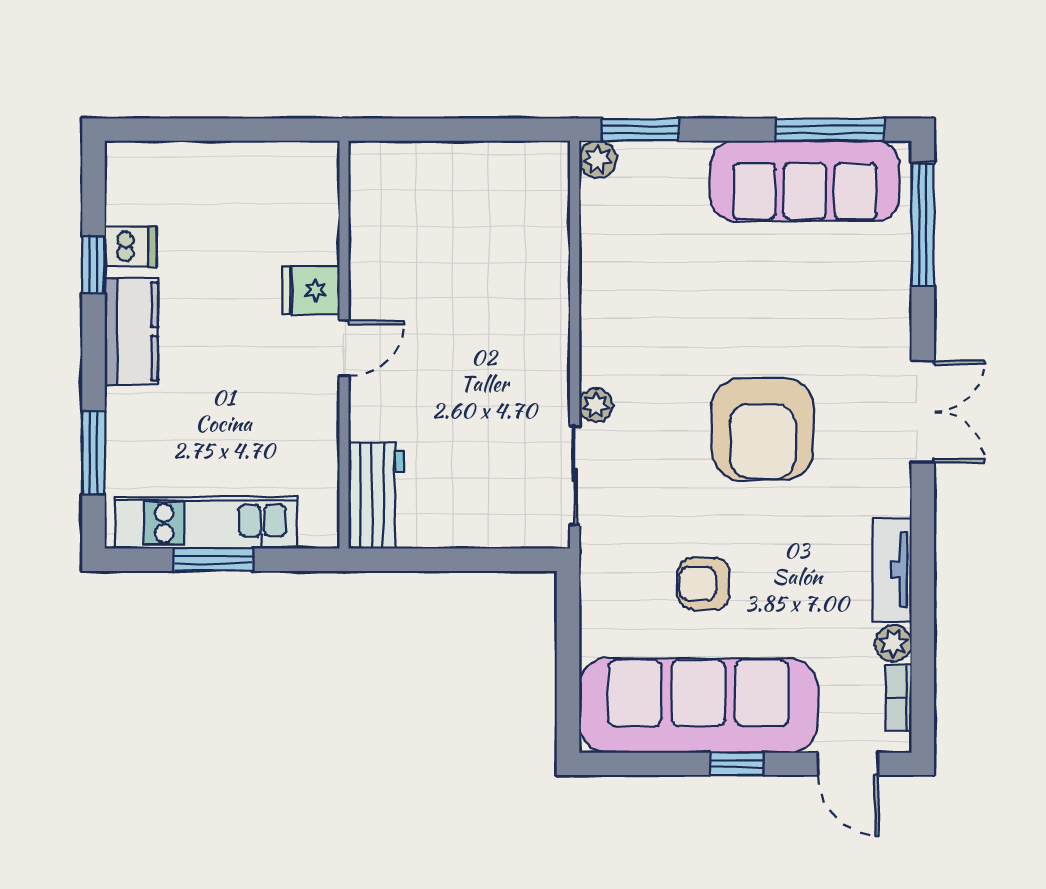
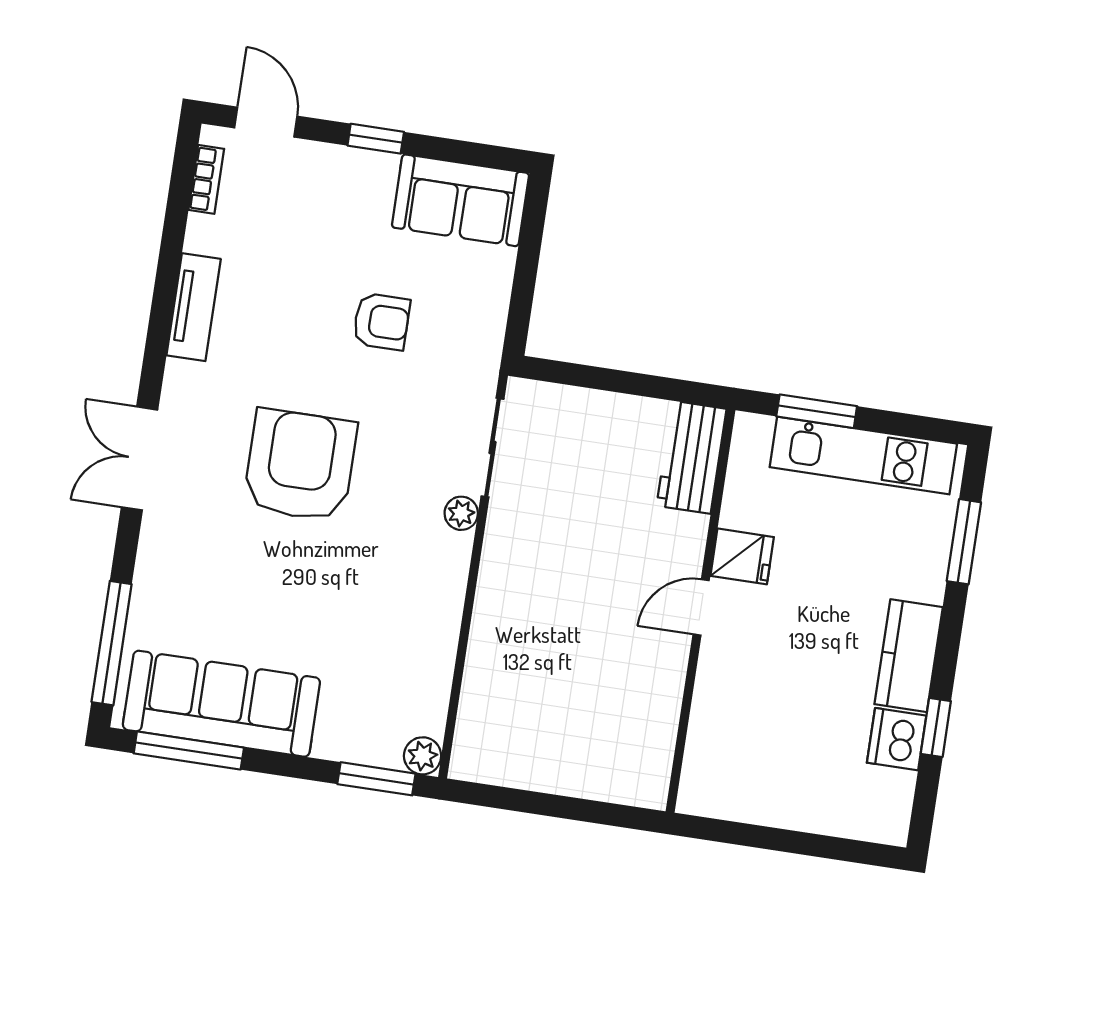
dishwasher: (131, 247) -> (897, 739), width x1.38
fridge: (311, 290) -> (742, 556), moved
window: (213, 560) -> (817, 411), moved
plant: (893, 643) -> (203, 234), removed
sofa: (698, 705) -> (460, 200), width x0.54, depth x0.79

